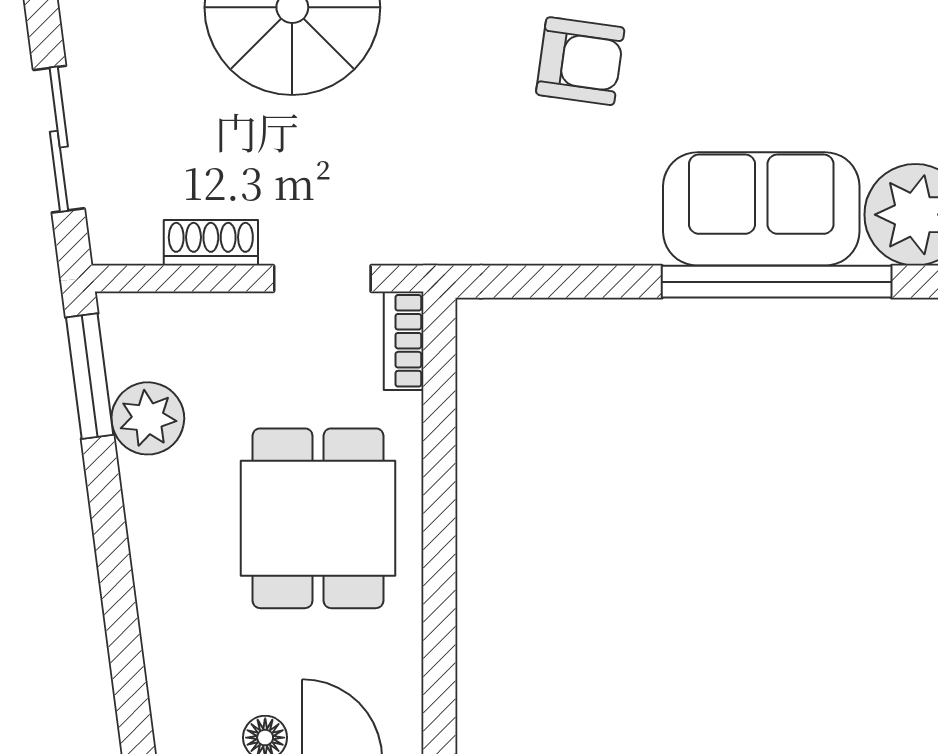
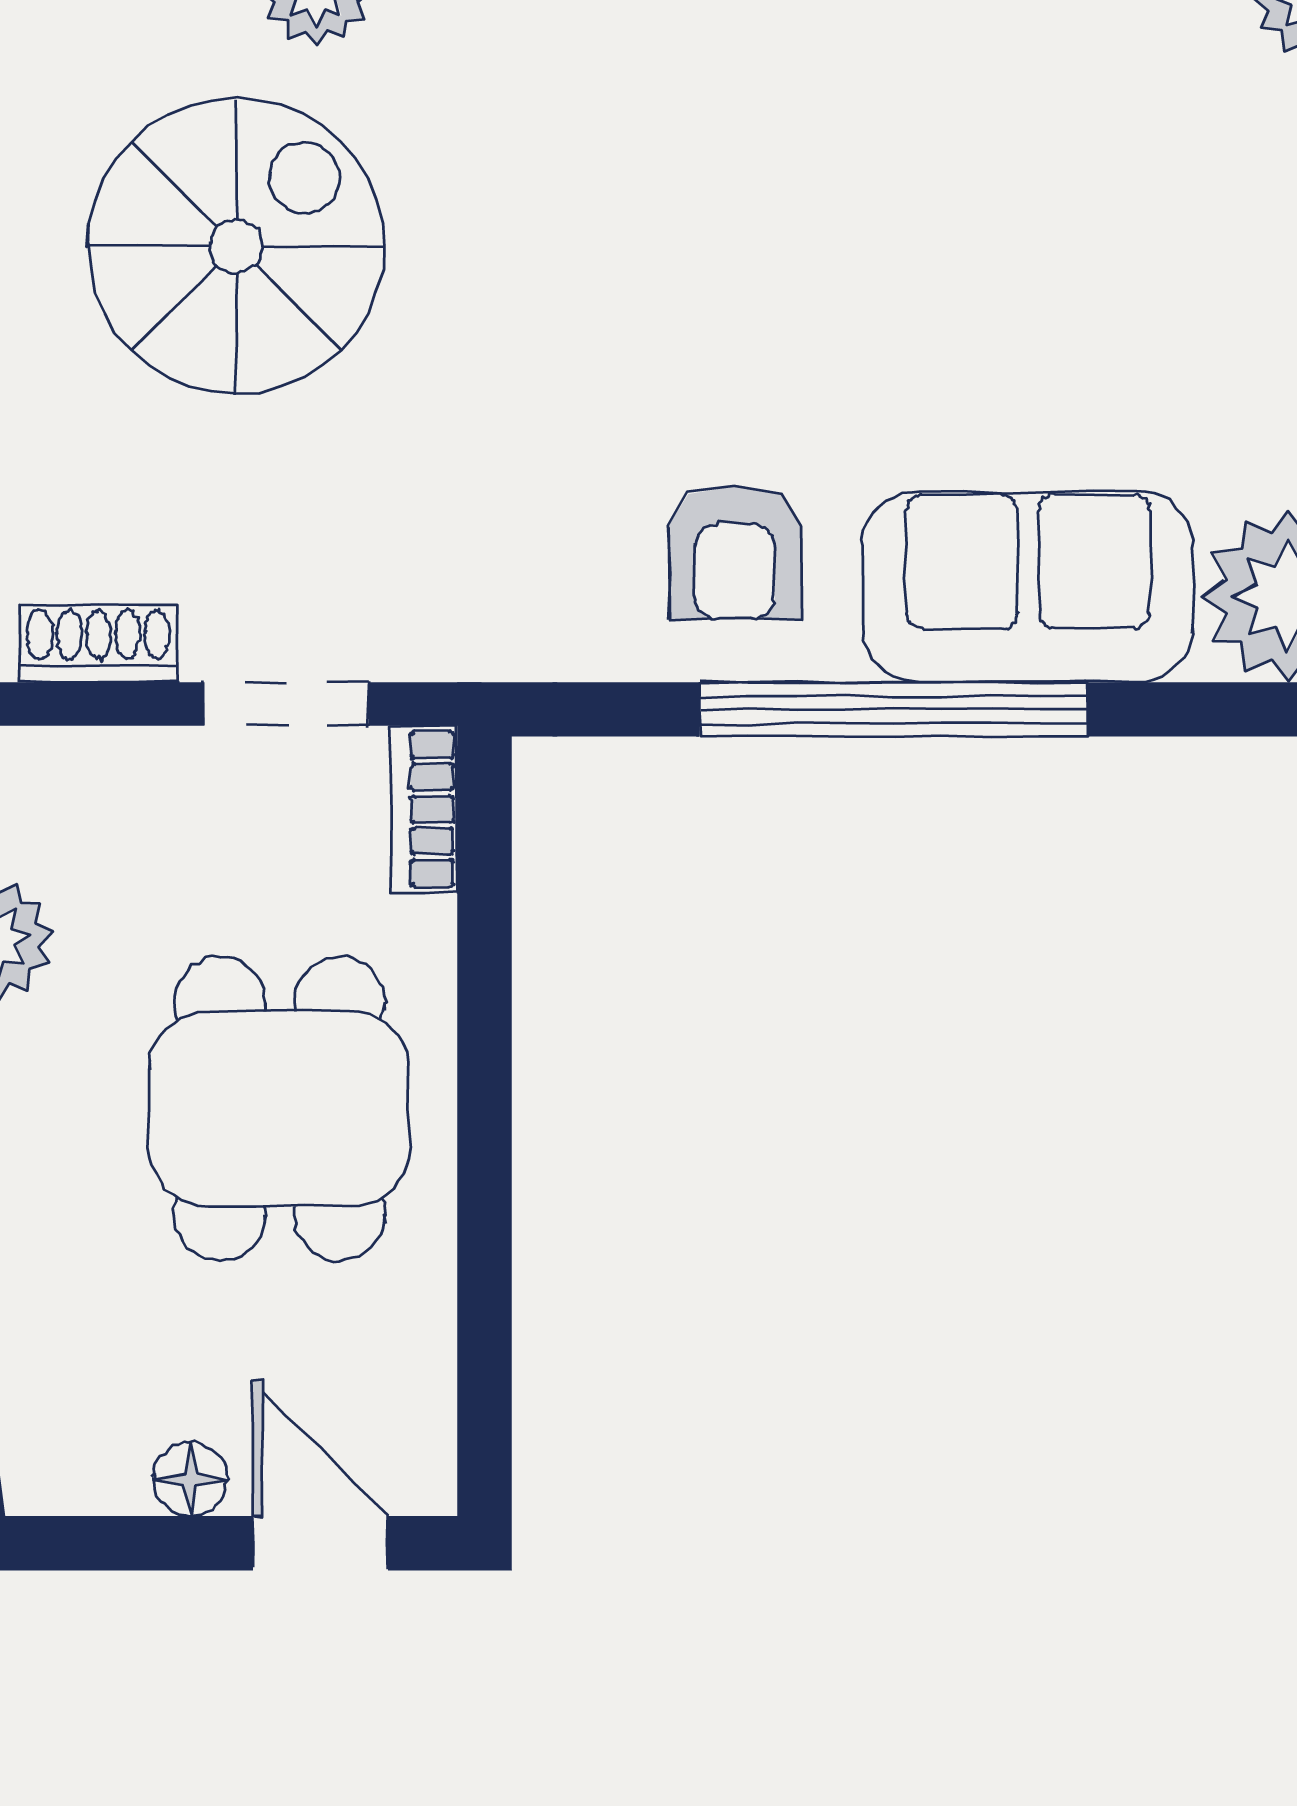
armchair: (580, 61) -> (735, 553), moved, turned 82
window: (777, 282) -> (894, 709), moved

